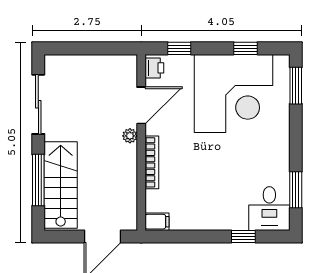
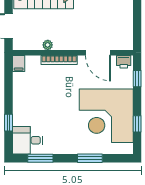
window: (296, 86) -> (90, 158), moved
plant: (130, 136) -> (48, 45), moved

